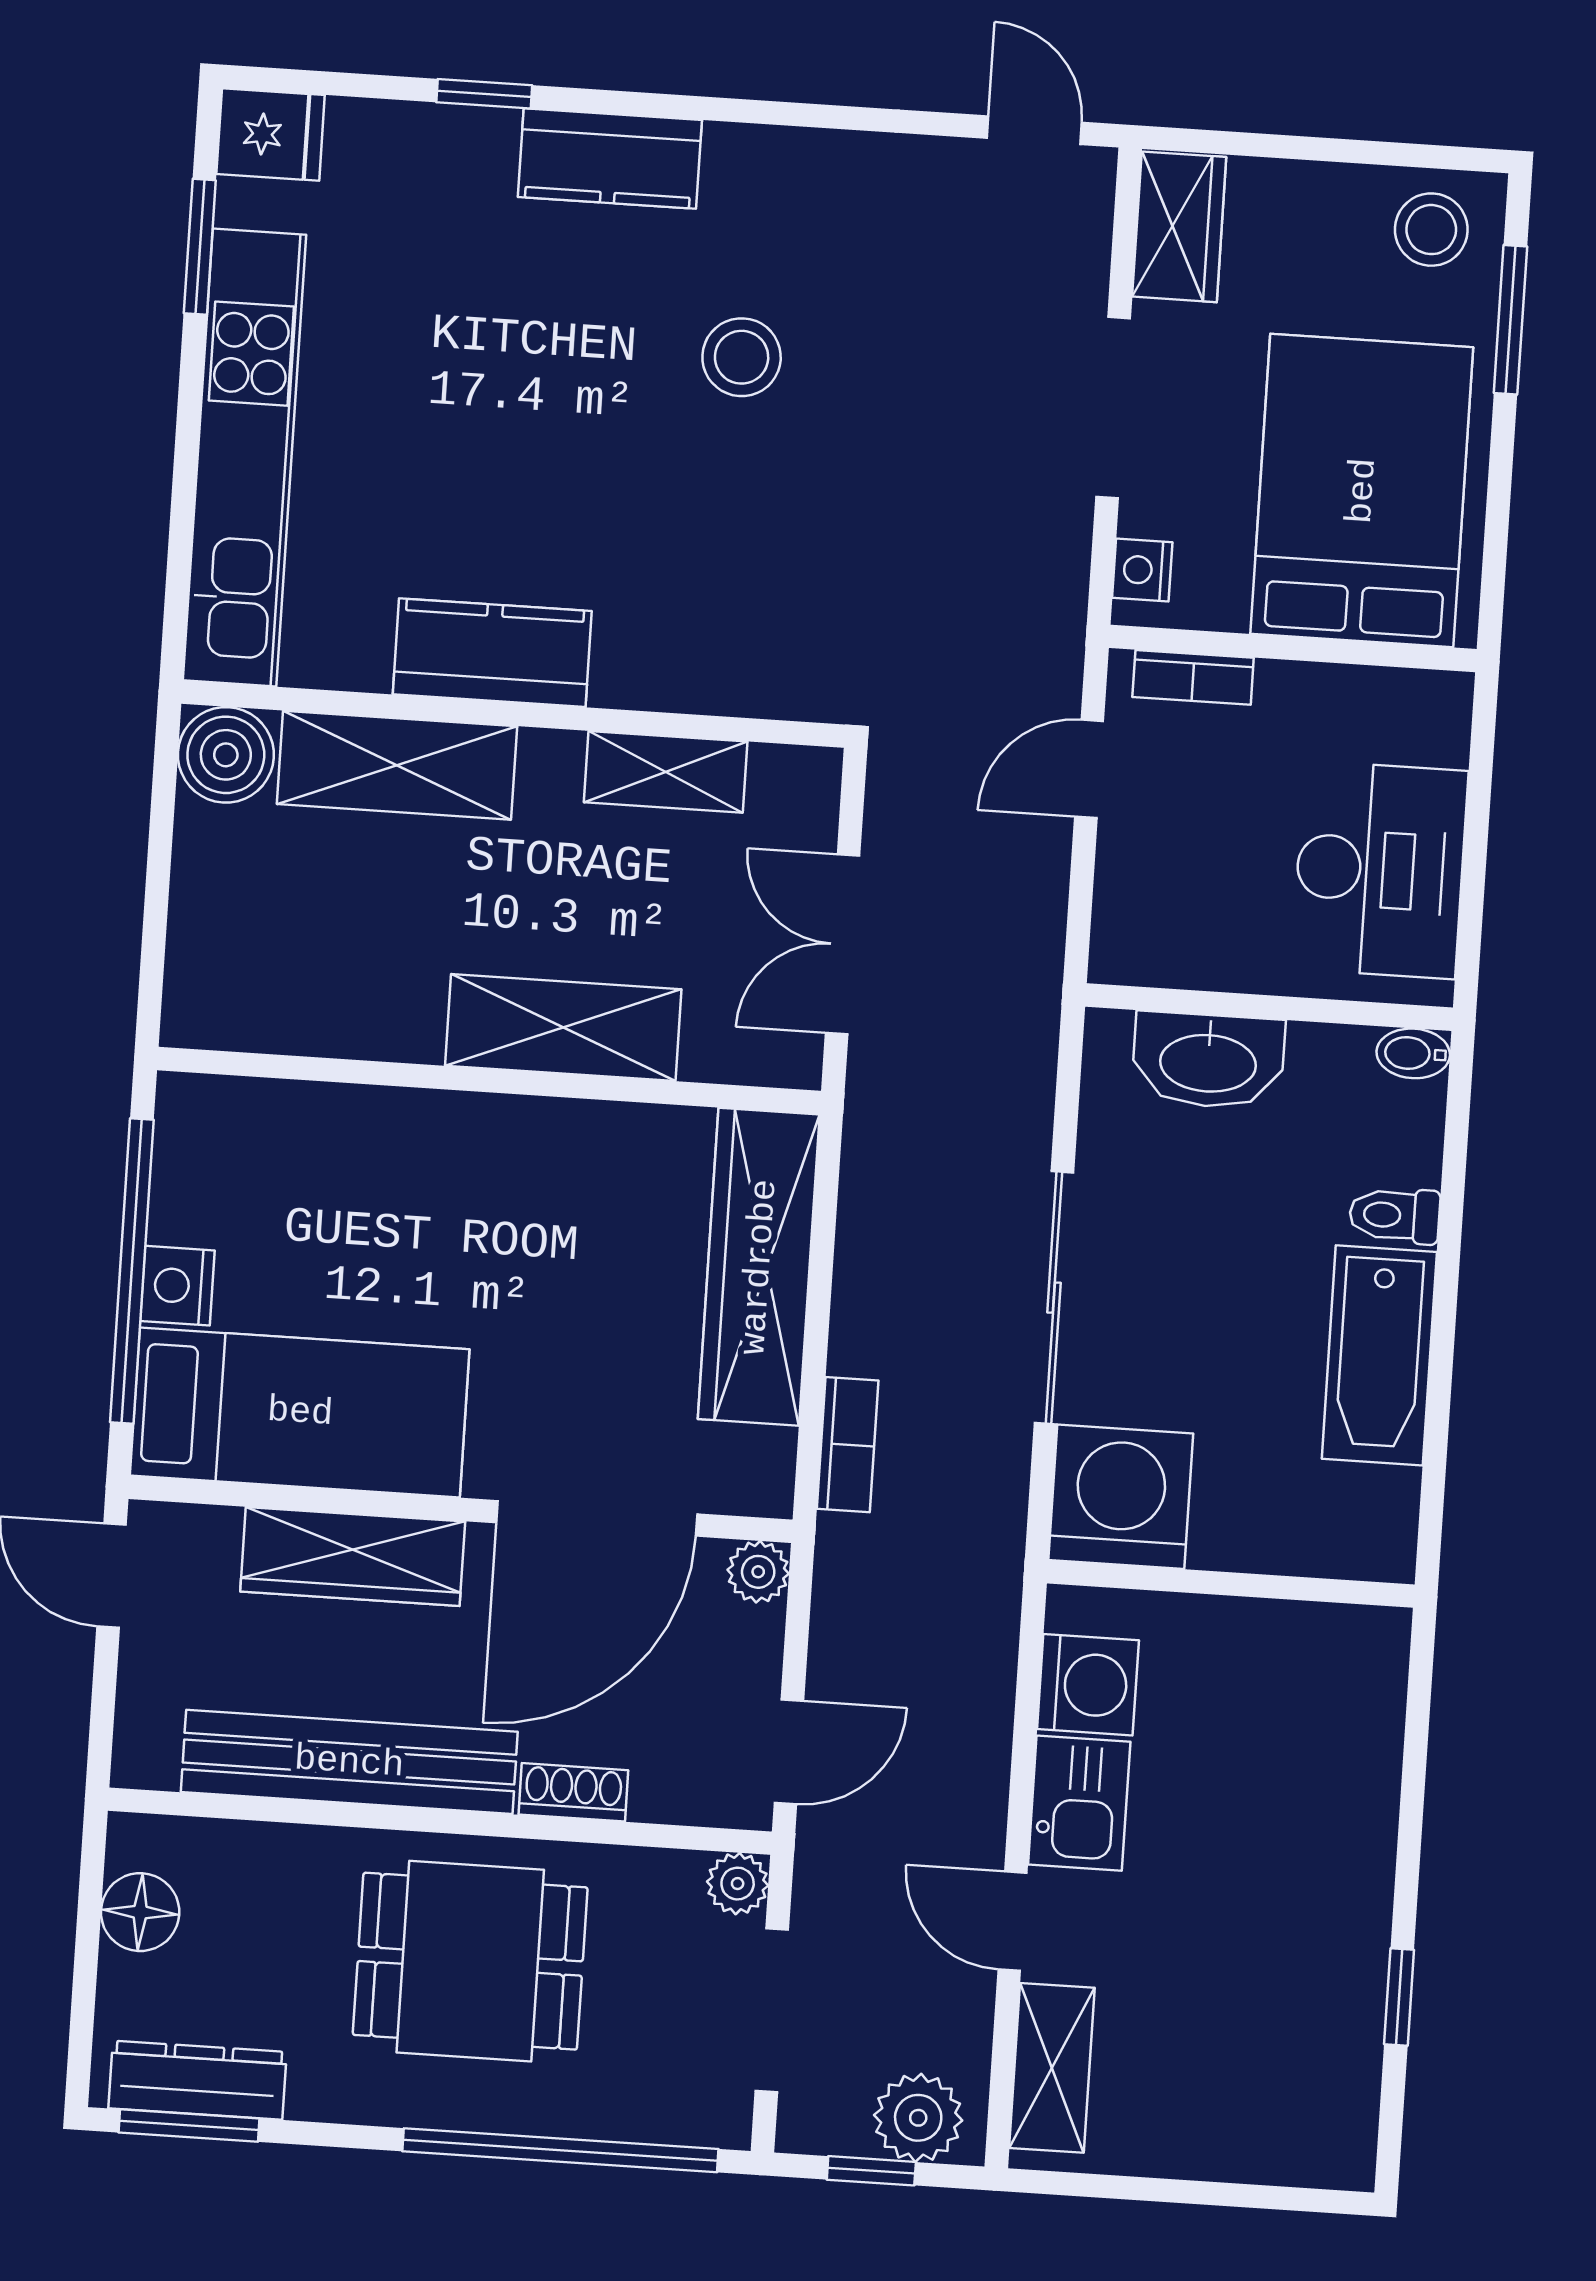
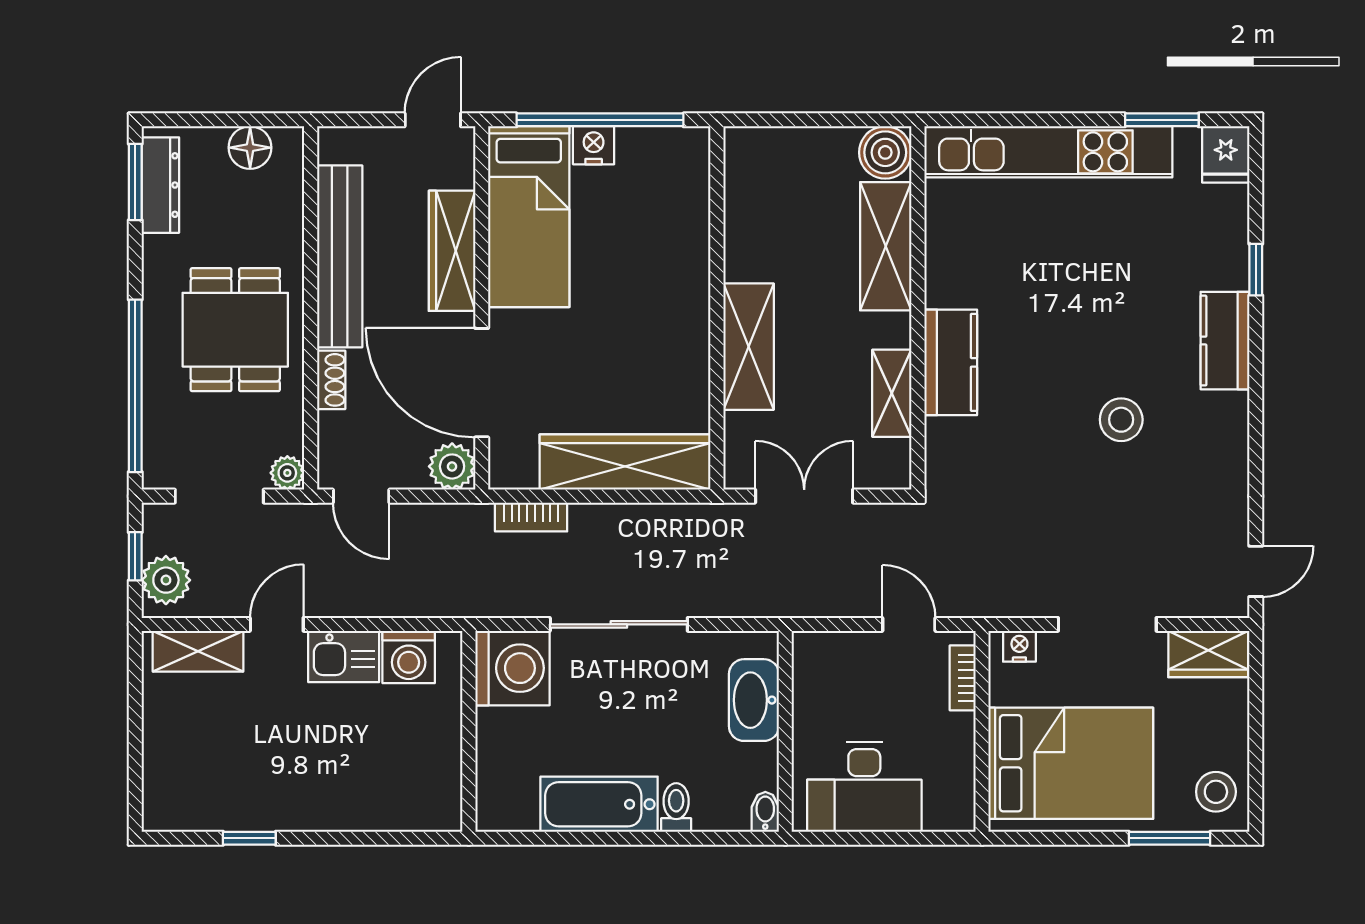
kitchen counter: (492, 653) -> (951, 362), moved
plant: (758, 1572) -> (452, 466), width x1.38, depth x1.38

